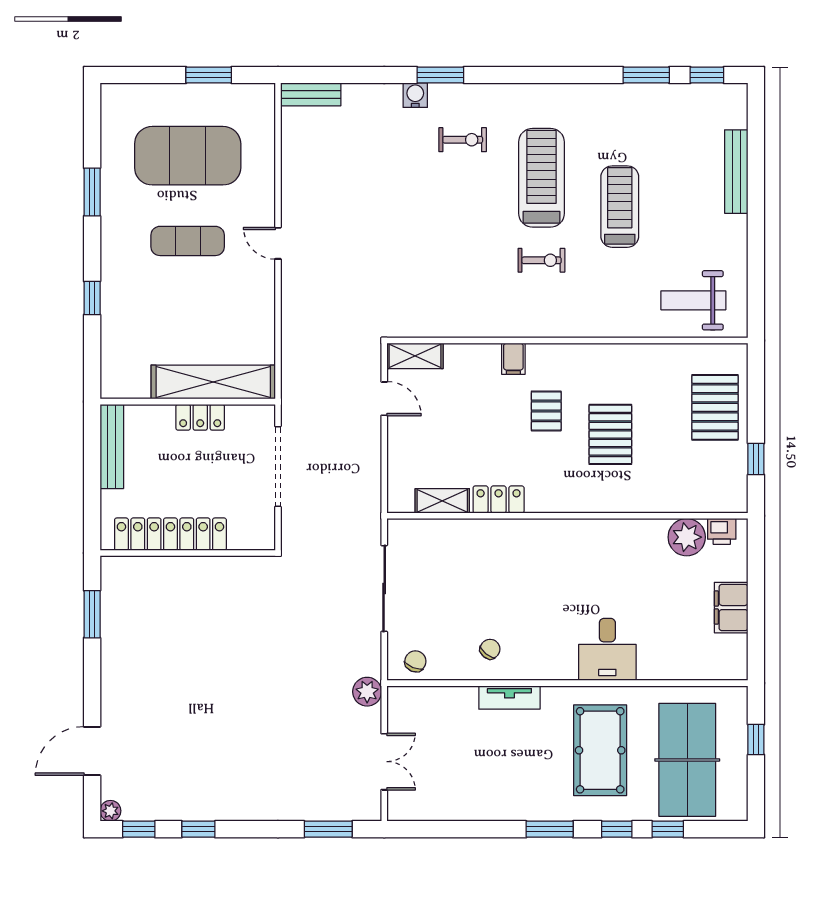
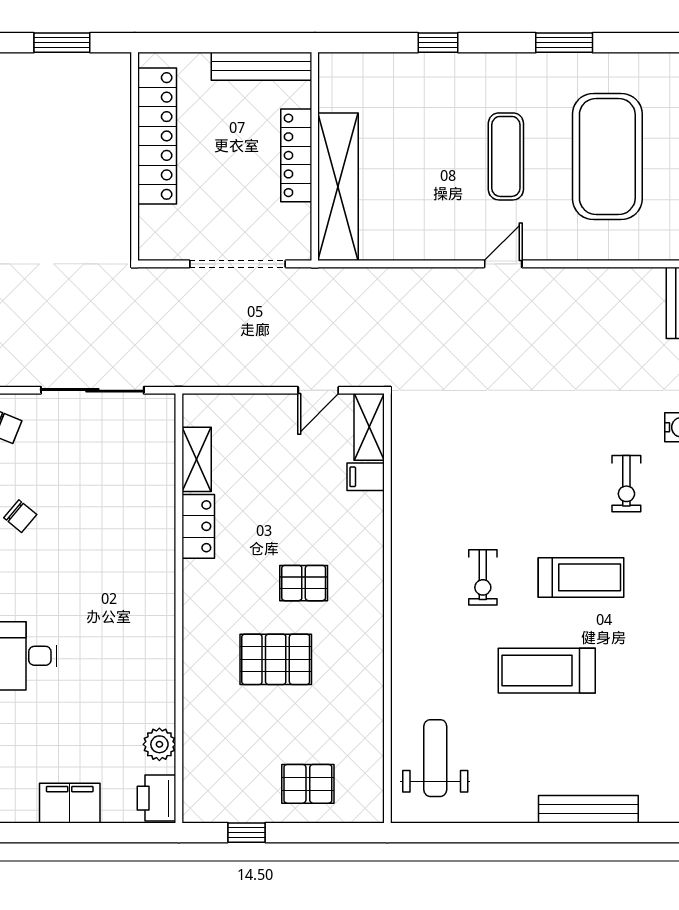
treadmill: (542, 178) -> (581, 577), width x0.73, depth x0.73
treadmill: (620, 207) -> (547, 671), turned 180
filing cabinet: (513, 359) -> (366, 477), moved
pallet: (715, 407) -> (308, 784), width x0.67, depth x0.71
locker: (200, 417) -> (296, 155), width x1.53
printer: (722, 531) -> (157, 798), width x1.36, depth x1.24
plant: (687, 537) -> (159, 744), width x0.73, depth x0.73

